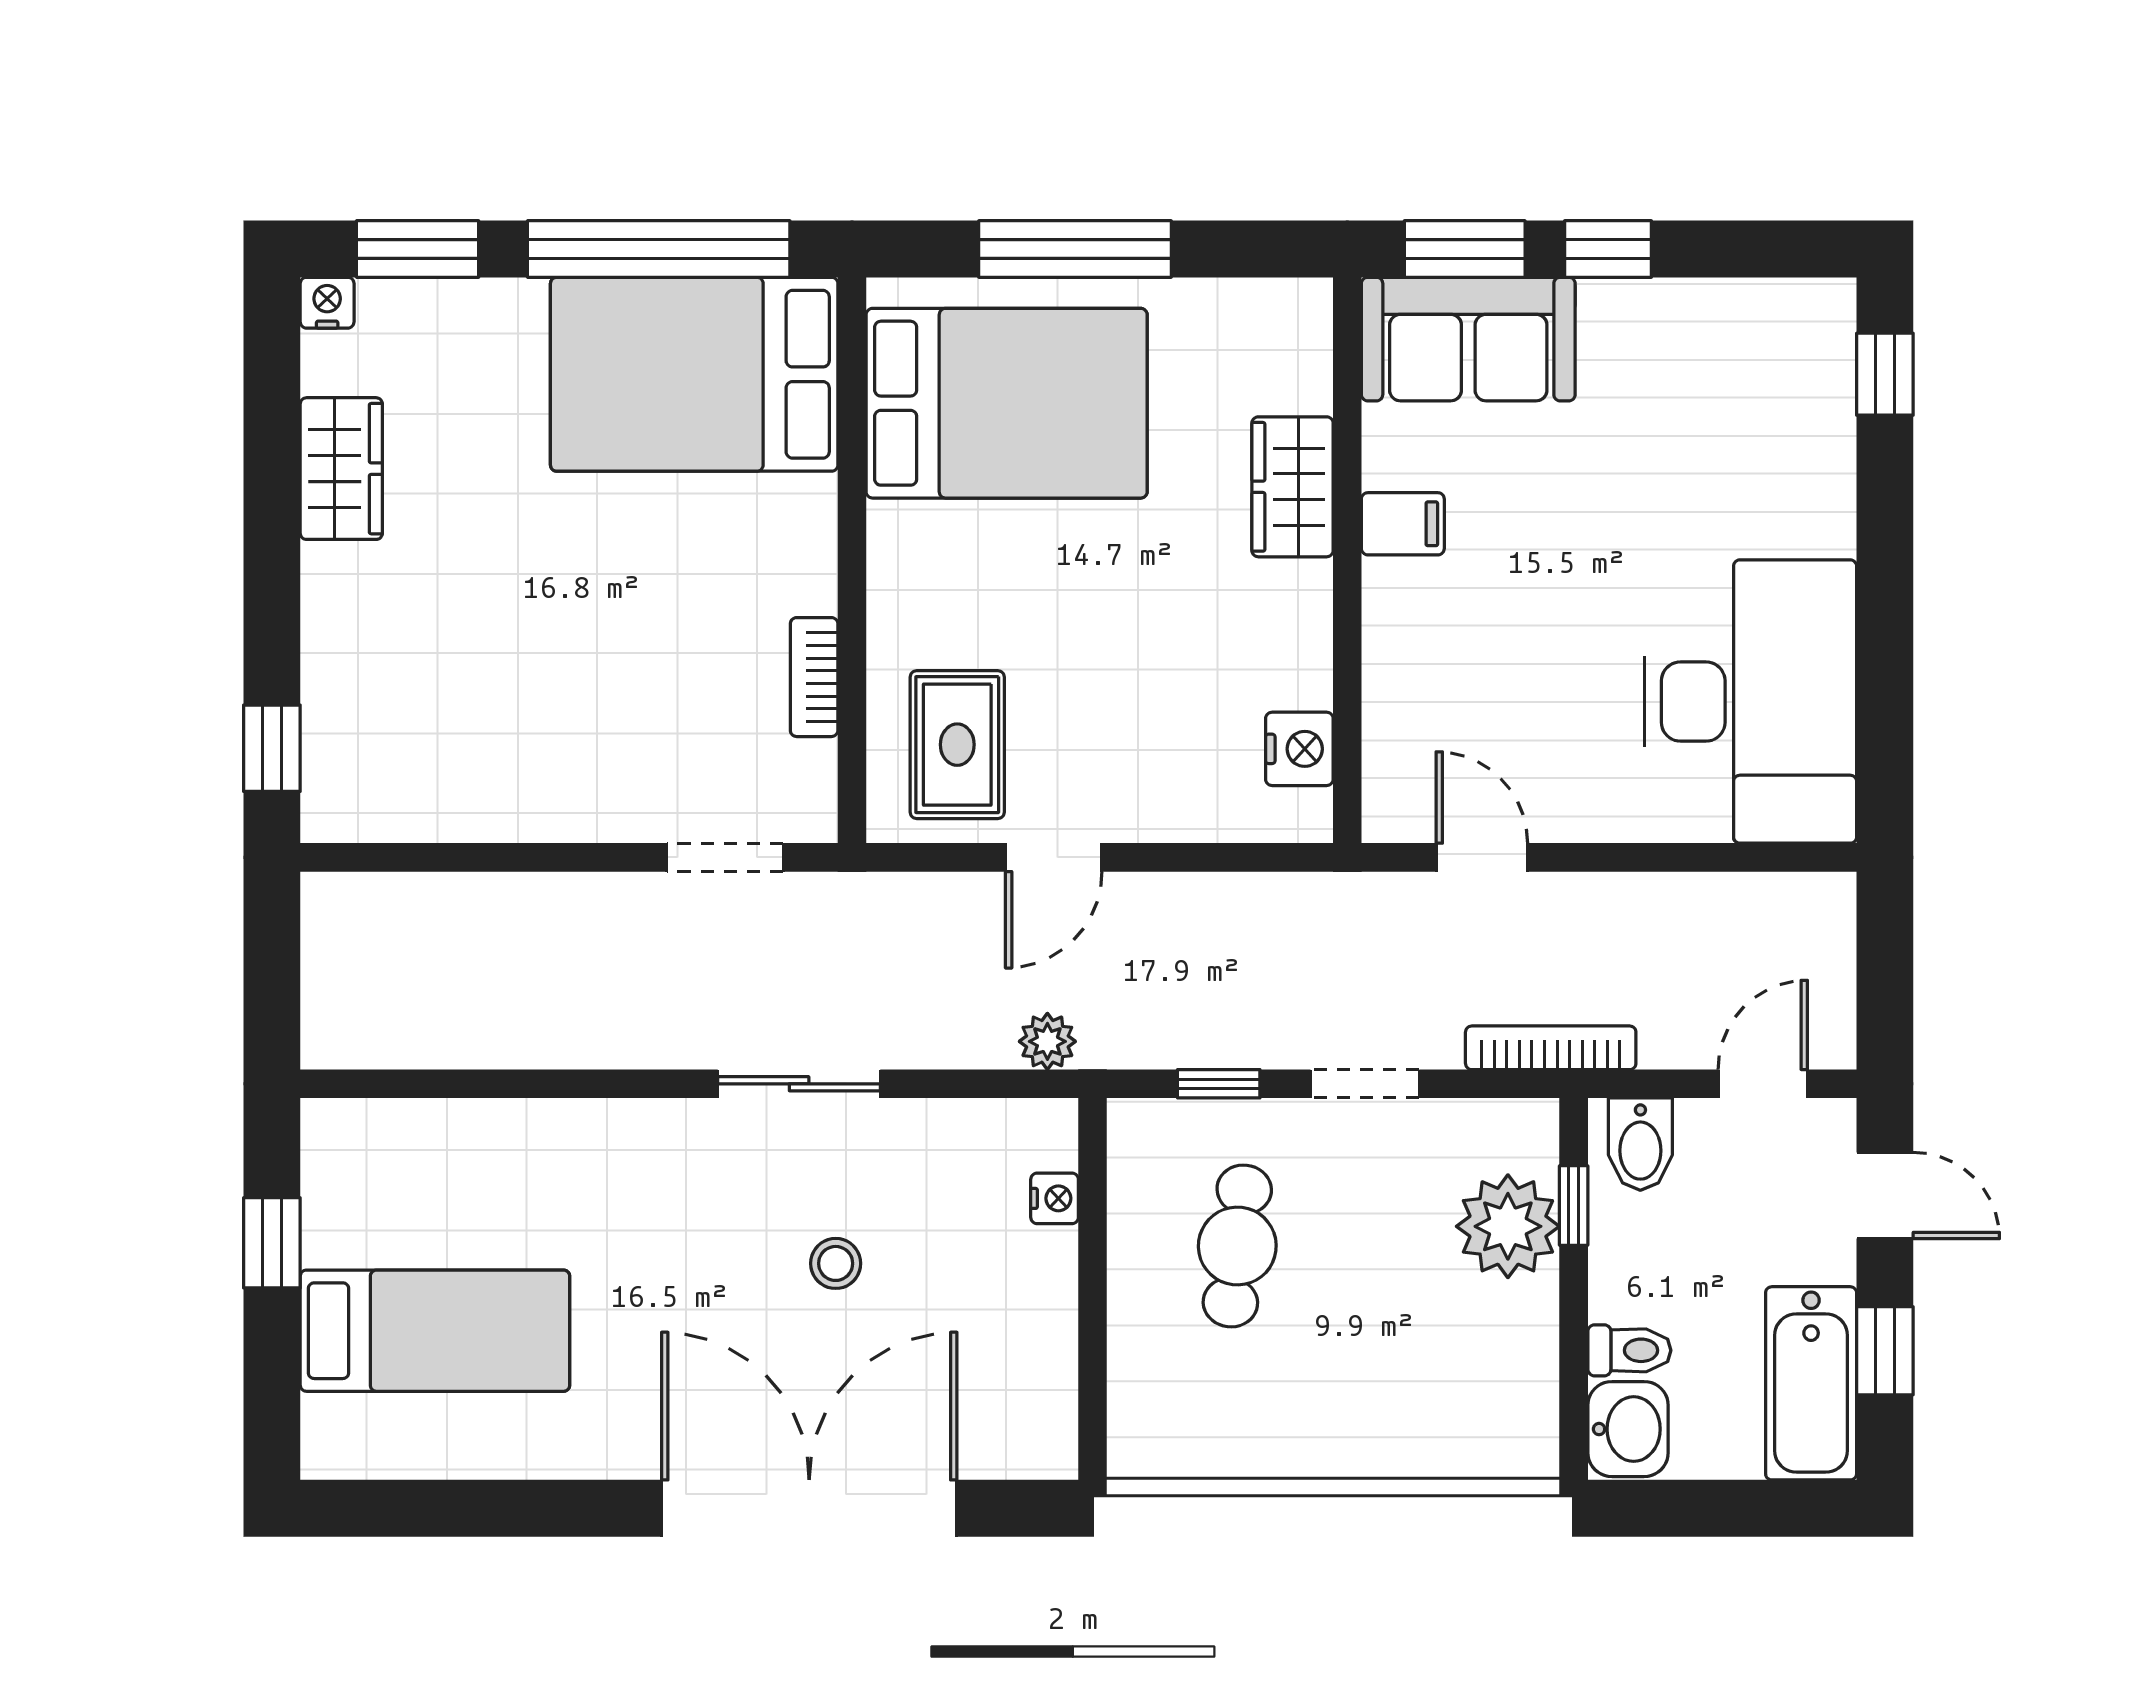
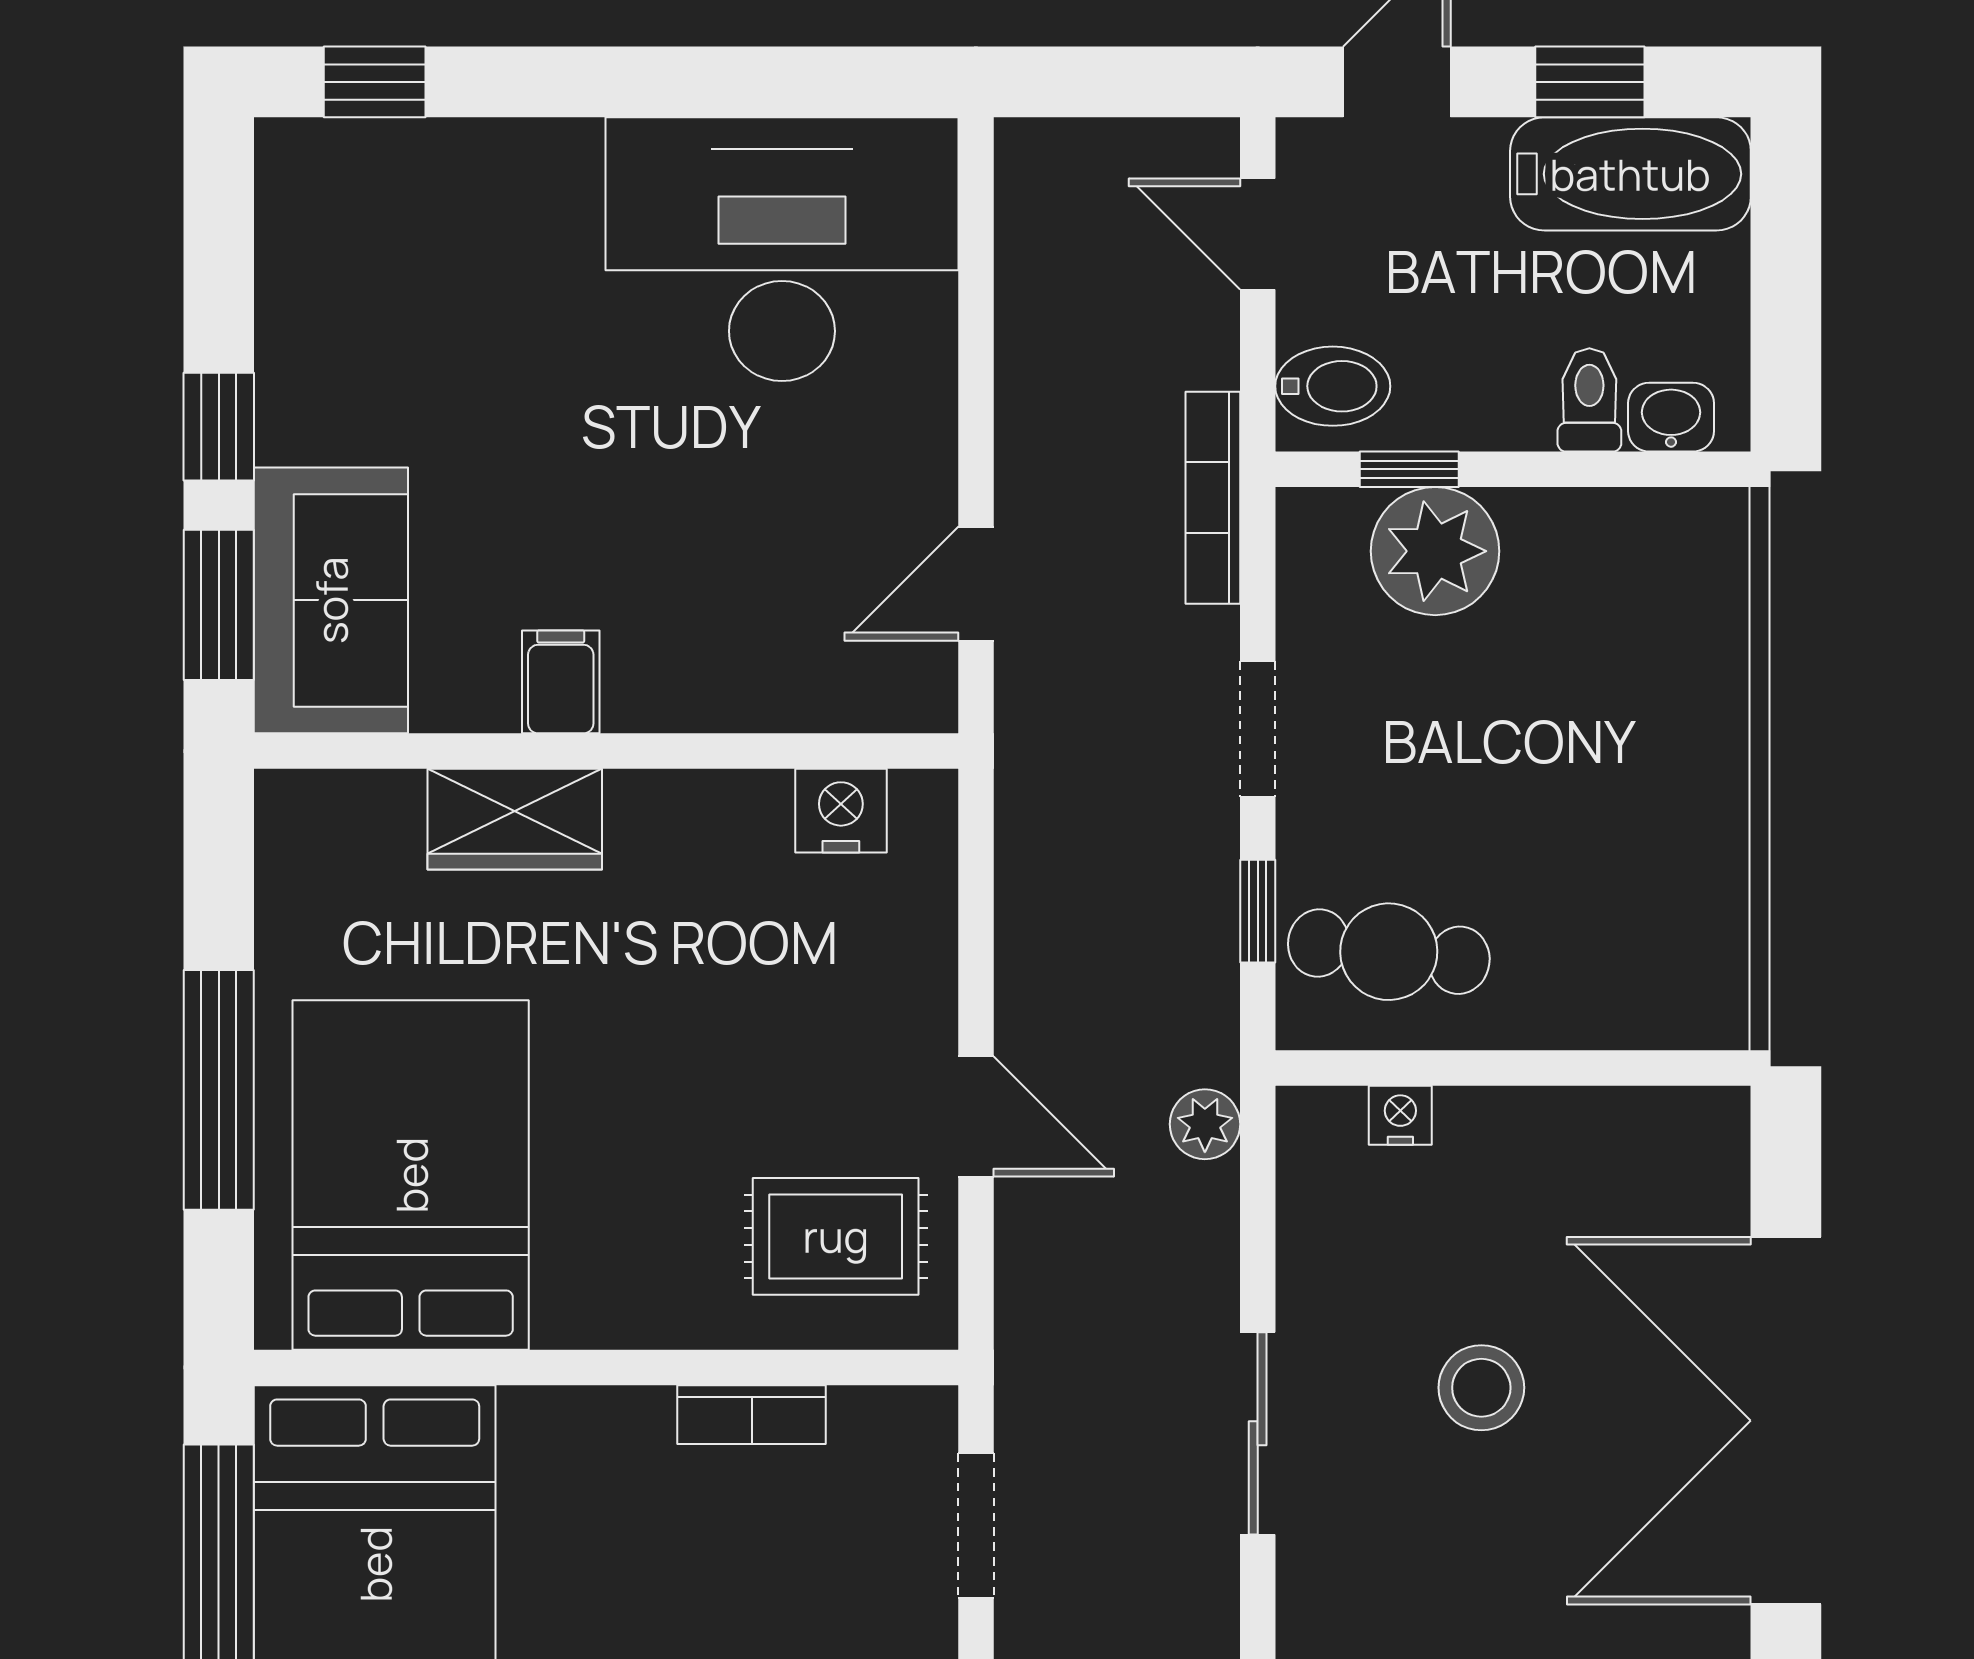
cafe table: (1237, 1246) -> (1389, 952), moved
stool: (836, 1263) -> (1481, 1388), width x1.37, depth x1.37
washbasin: (1628, 1429) -> (1671, 417), width x0.72, depth x0.69

